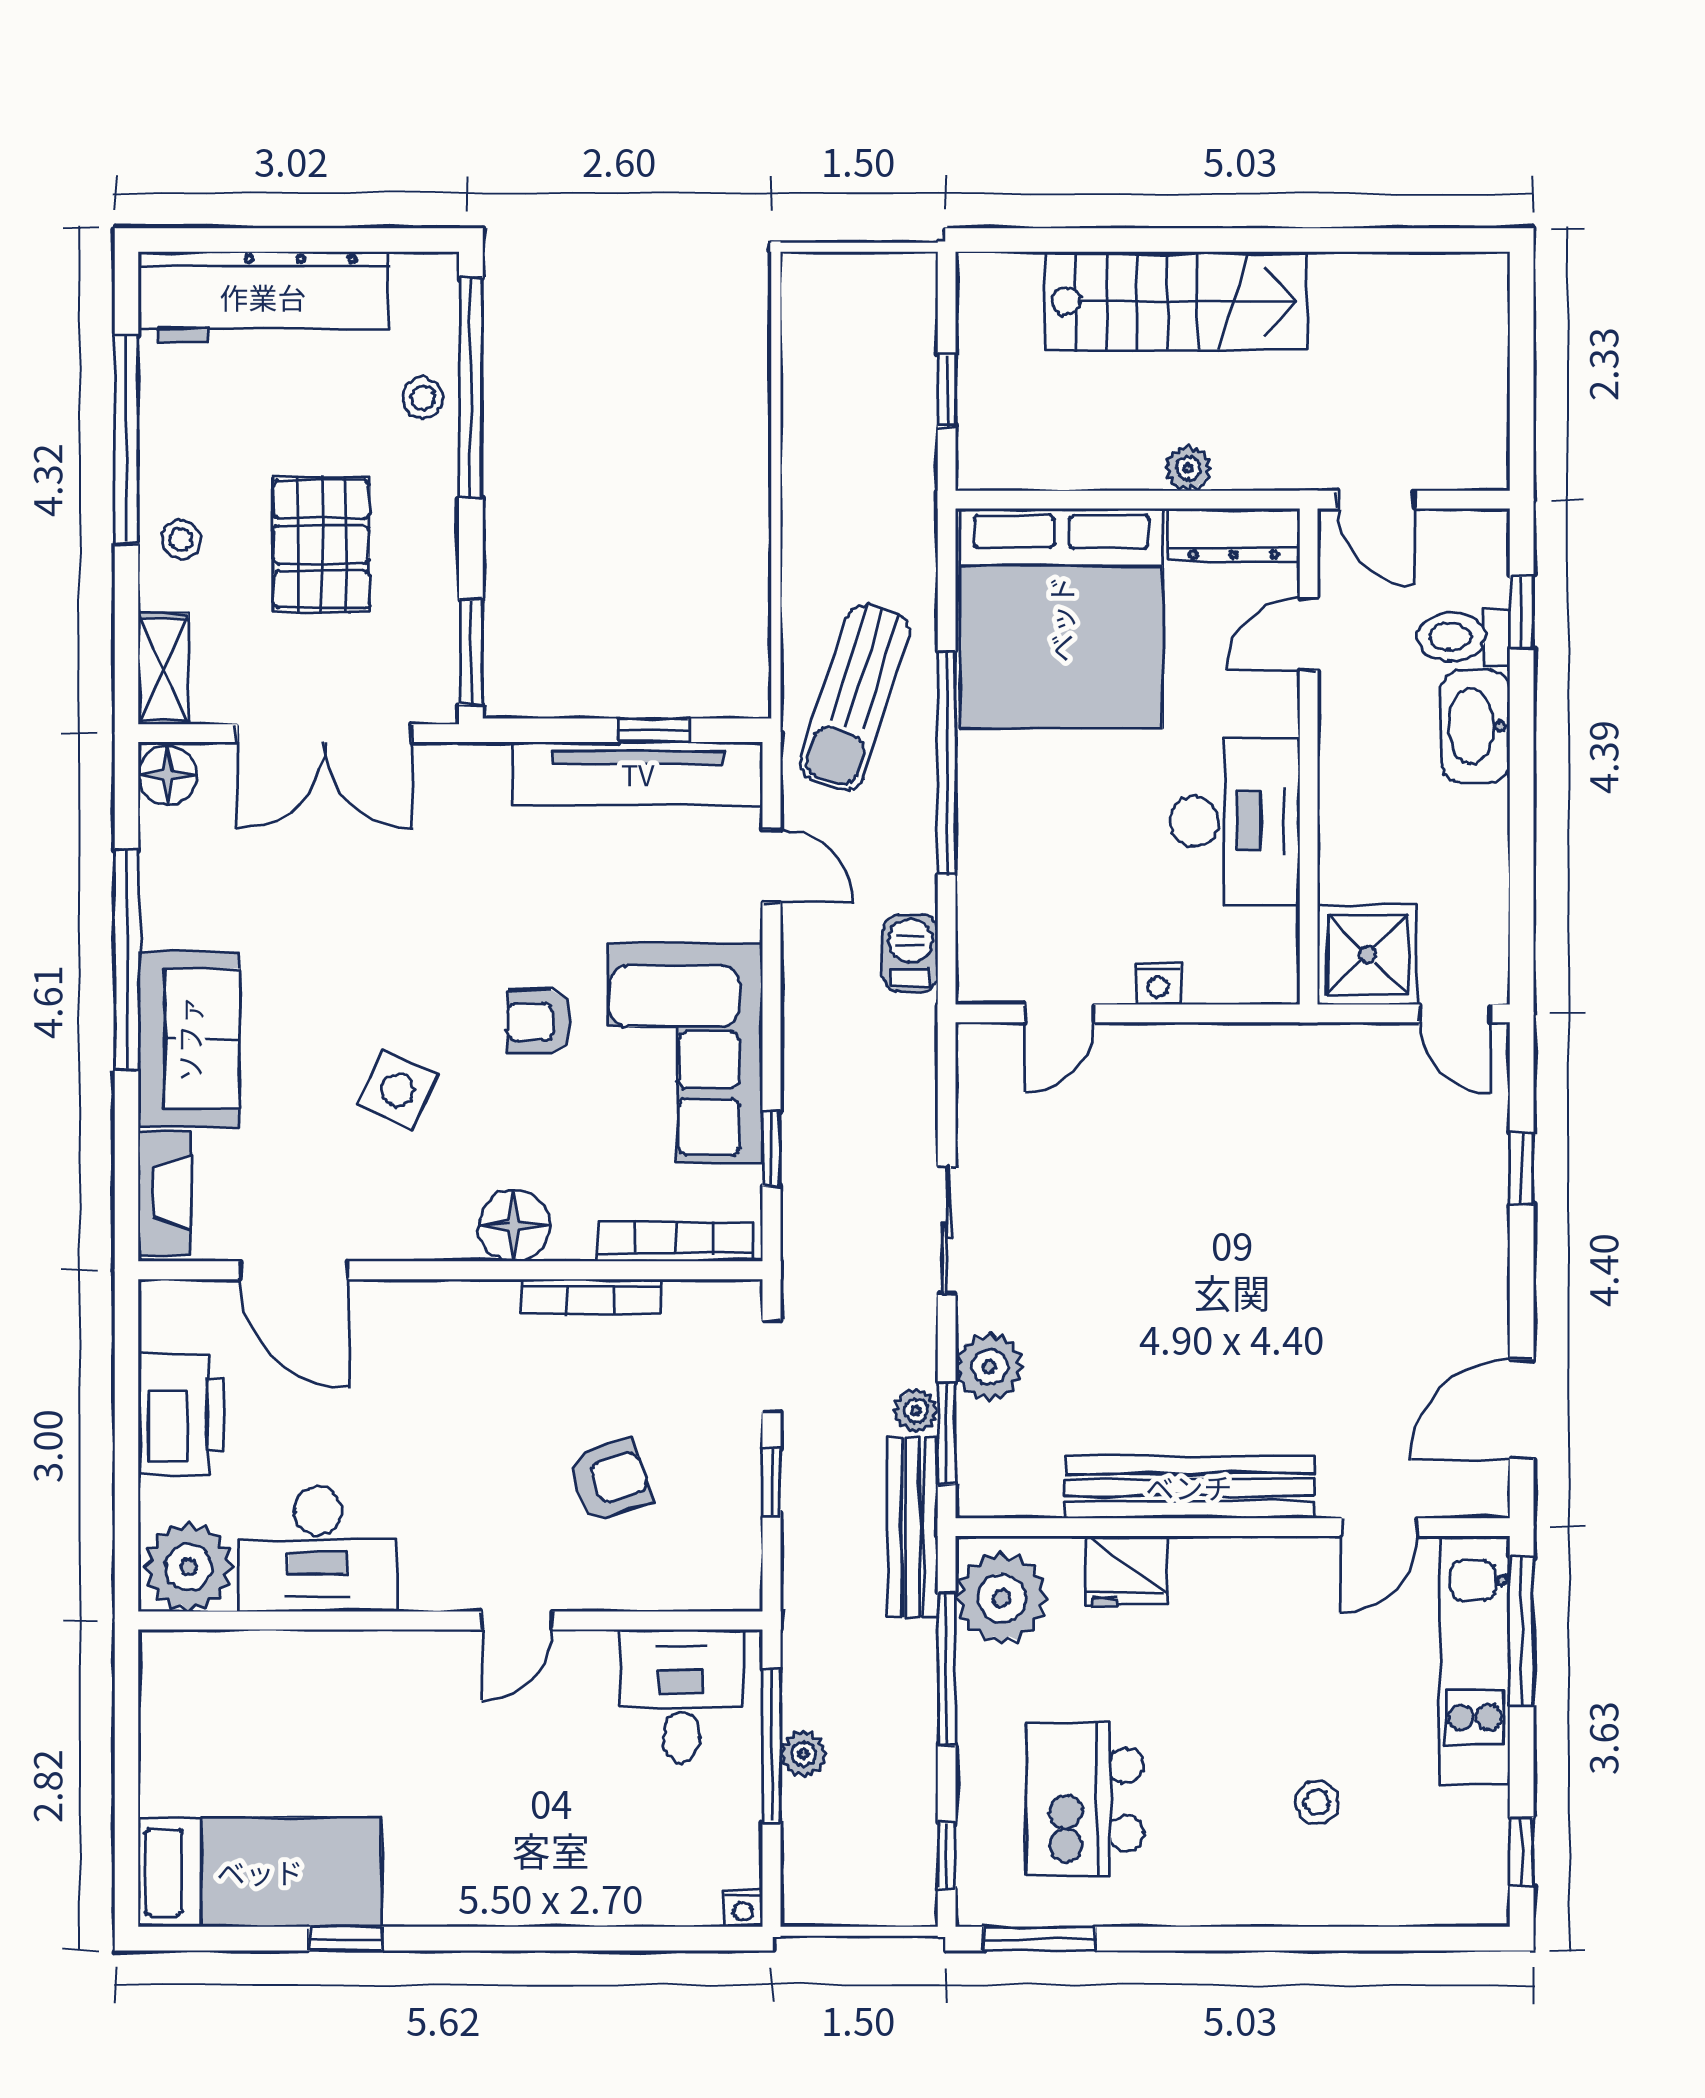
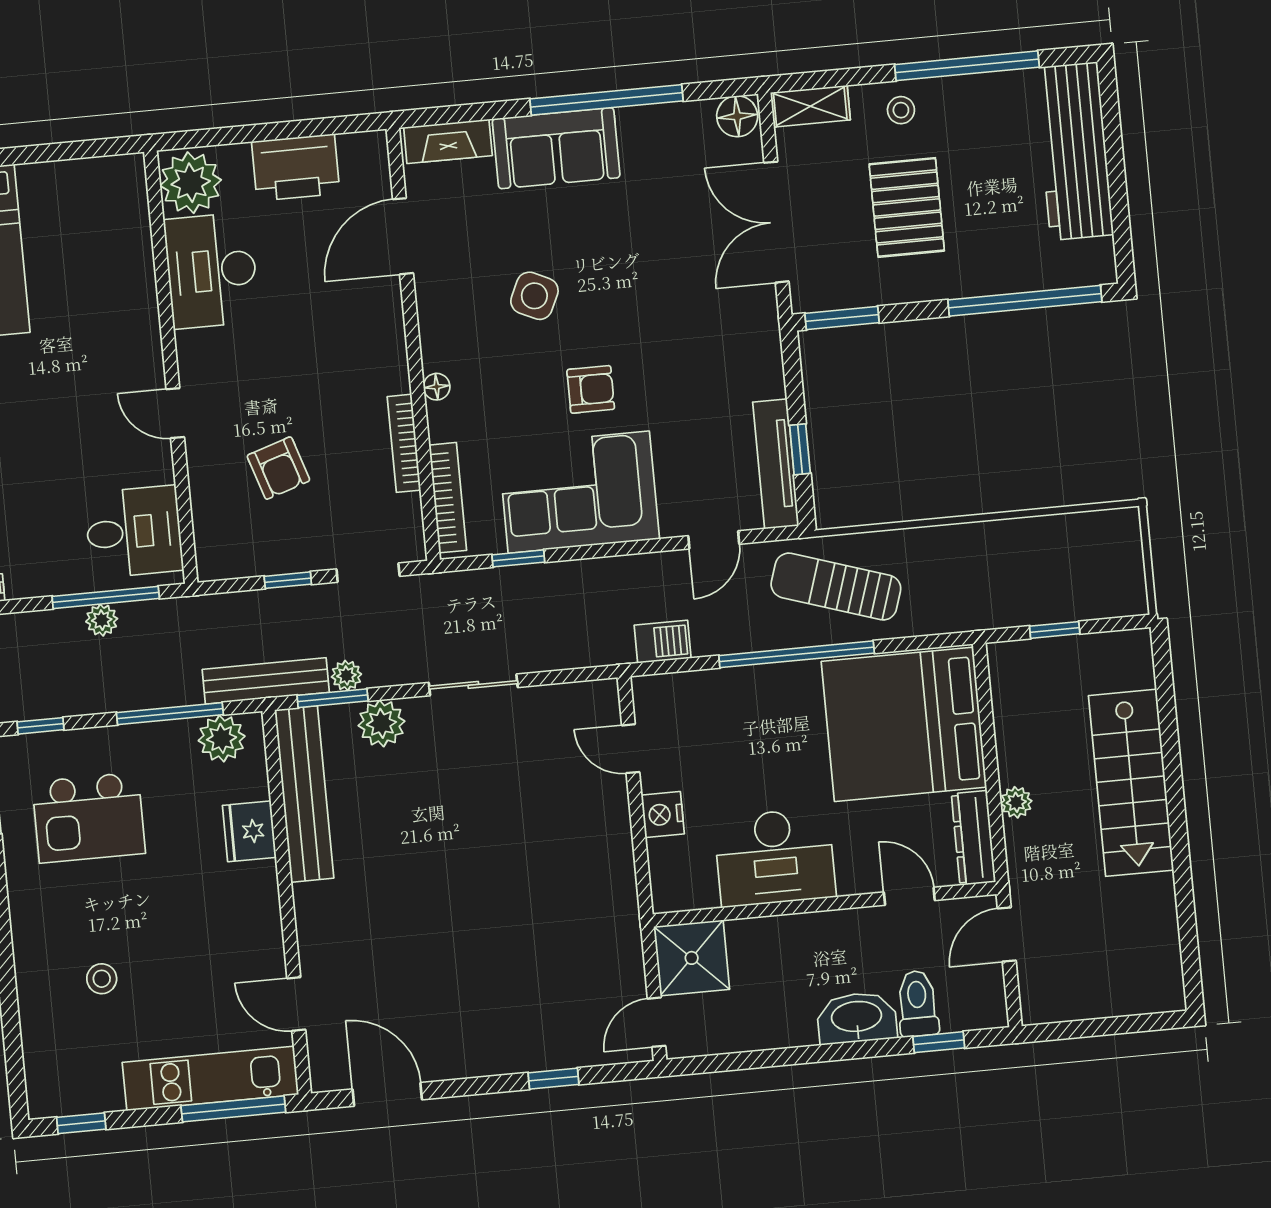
stool: (423, 398) -> (1015, 268), removed
pallet: (321, 545) -> (907, 207), turned 90
tv unit: (638, 774) -> (776, 464), width x0.73, depth x0.78
nightstand: (1158, 984) -> (663, 815), width x1.39, depth x1.35
armchair: (539, 1022) -> (591, 389), turned 90
floor lamp: (514, 1226) -> (437, 387), width x0.53, depth x0.53
bench: (1189, 1487) -> (304, 794), moved
plant: (1002, 1598) -> (222, 738), width x0.73, depth x0.73
kitchen island: (1085, 1799) -> (89, 818), turned 180

